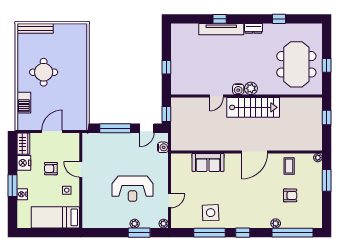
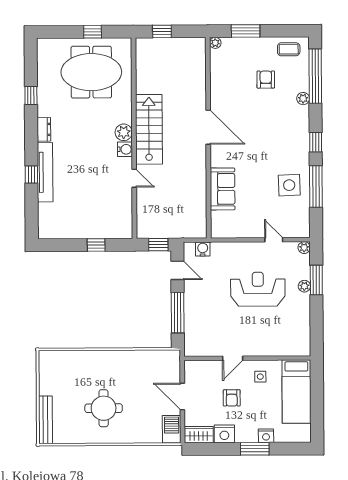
barbecue: (24, 103) -> (172, 429), moved, turned -90
coffee table: (289, 166) -> (289, 49), moved
reception desk: (133, 189) -> (258, 289), turned -90

